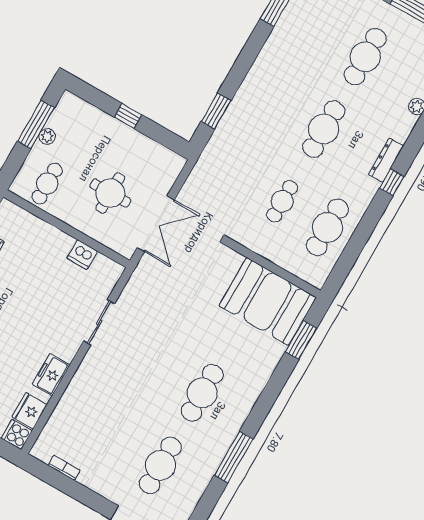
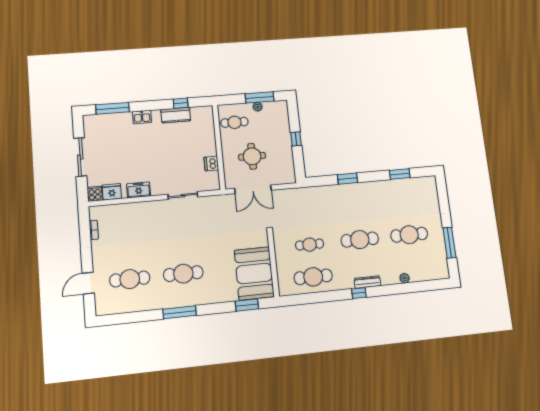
window: (216, 111) -> (348, 179), moved
window: (234, 457) -> (180, 312), moved

